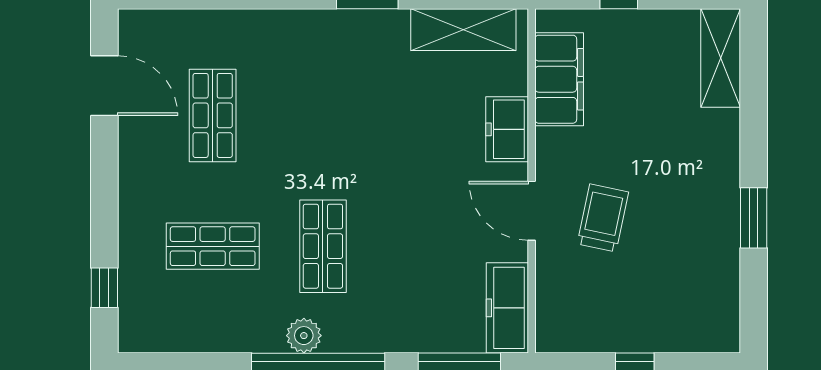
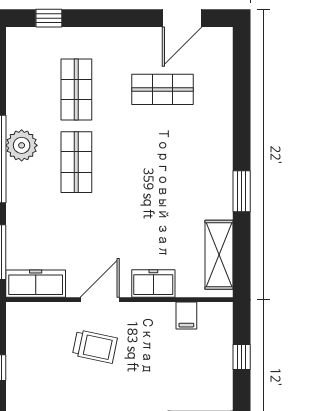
filing cabinet: (559, 79) -> (186, 316), width x0.33, depth x0.86
shop shelf: (323, 246) -> (76, 162), turned 90
plant: (304, 336) -> (22, 145), width x1.36, depth x1.36

